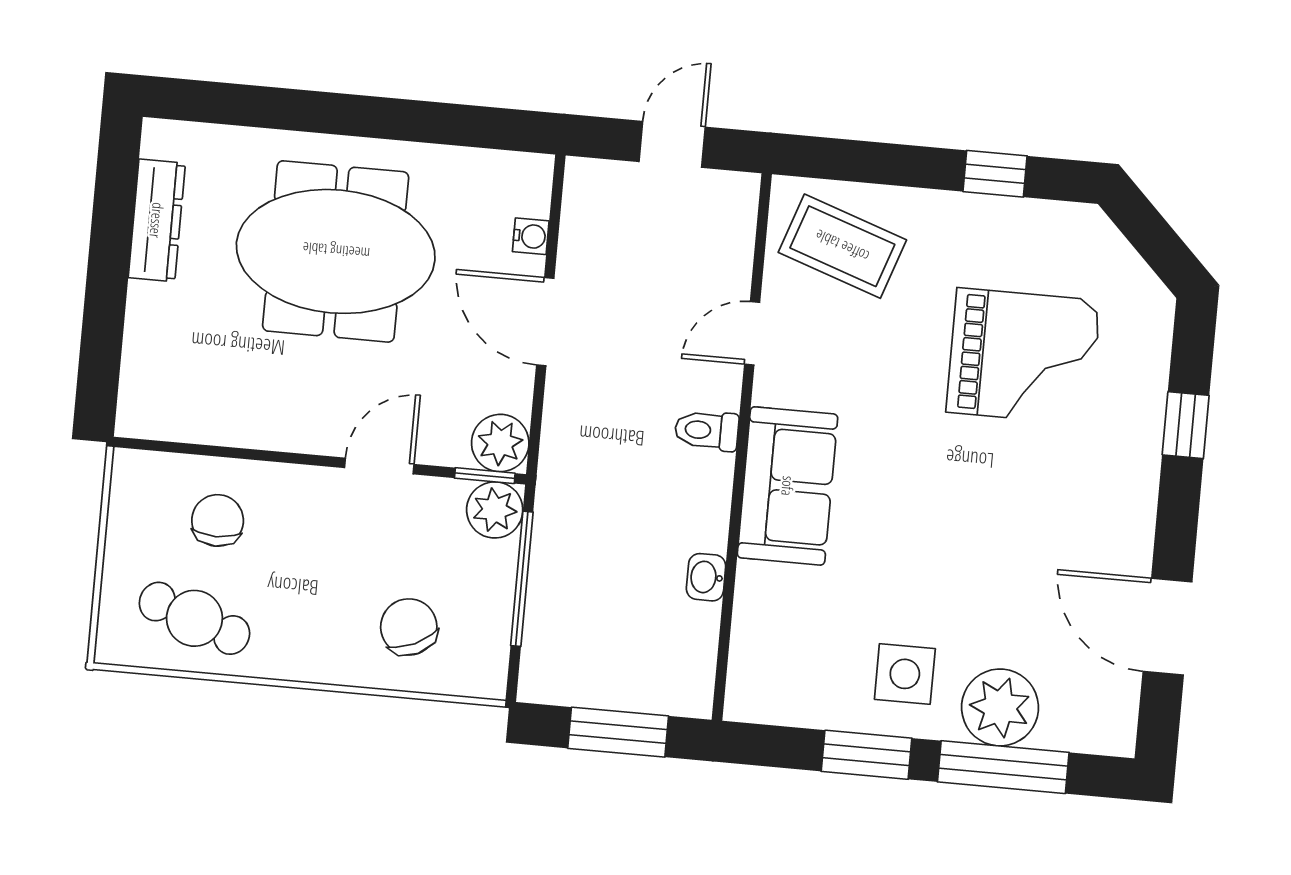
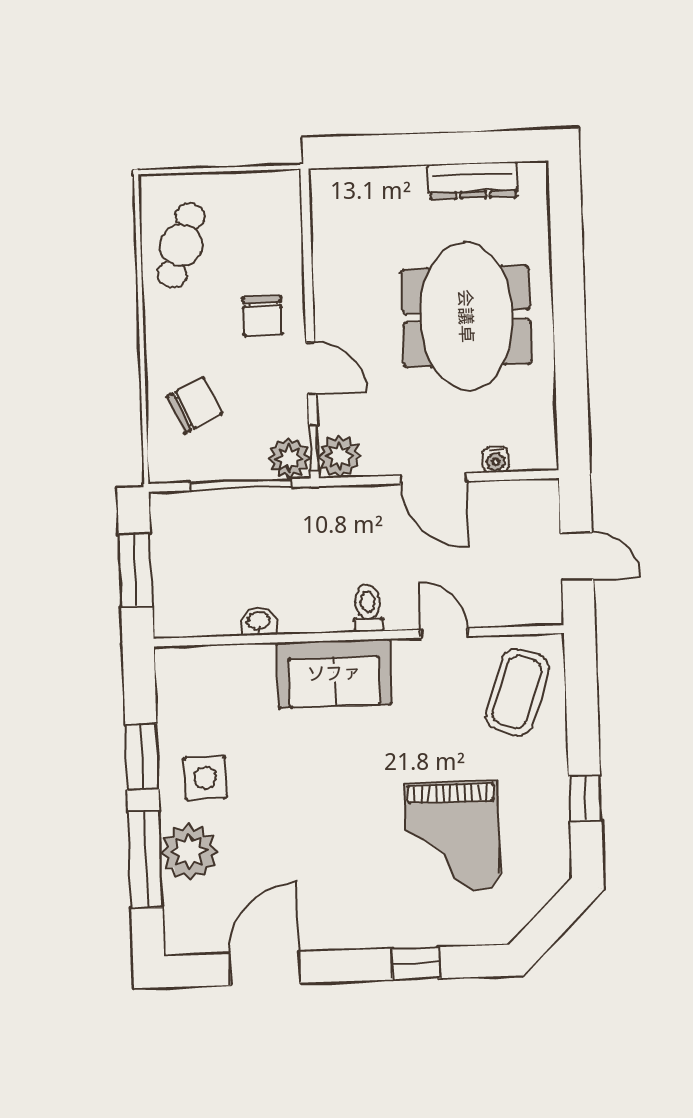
door: (545, 322) -> (434, 478), swing flipped
chair: (218, 520) -> (263, 316), moved, turned 90

